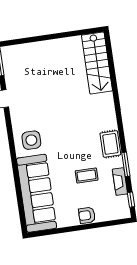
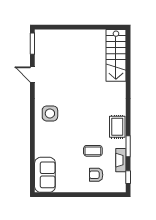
sofa: (37, 193) -> (45, 175), width x0.54, depth x0.79
armchair: (87, 215) -> (96, 175), moved

